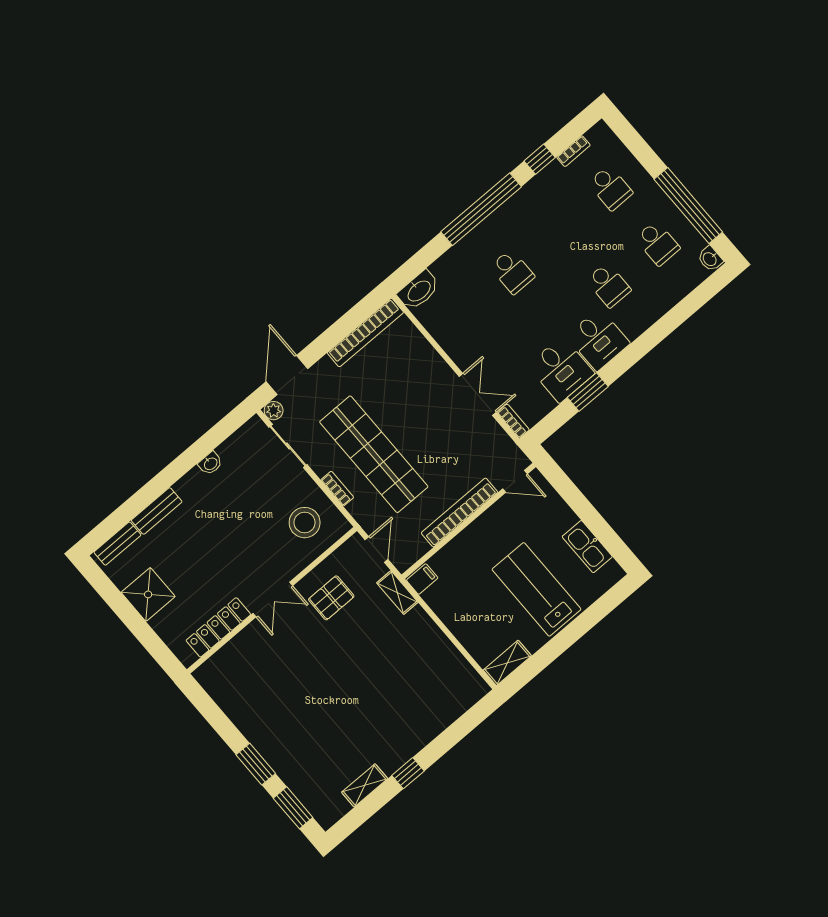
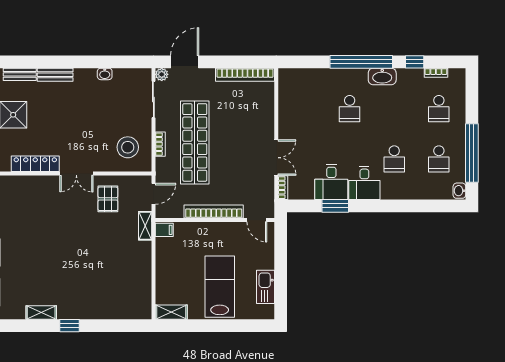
washbasin: (419, 290) -> (382, 76), moved
pallet: (331, 598) -> (108, 199), turned 90

